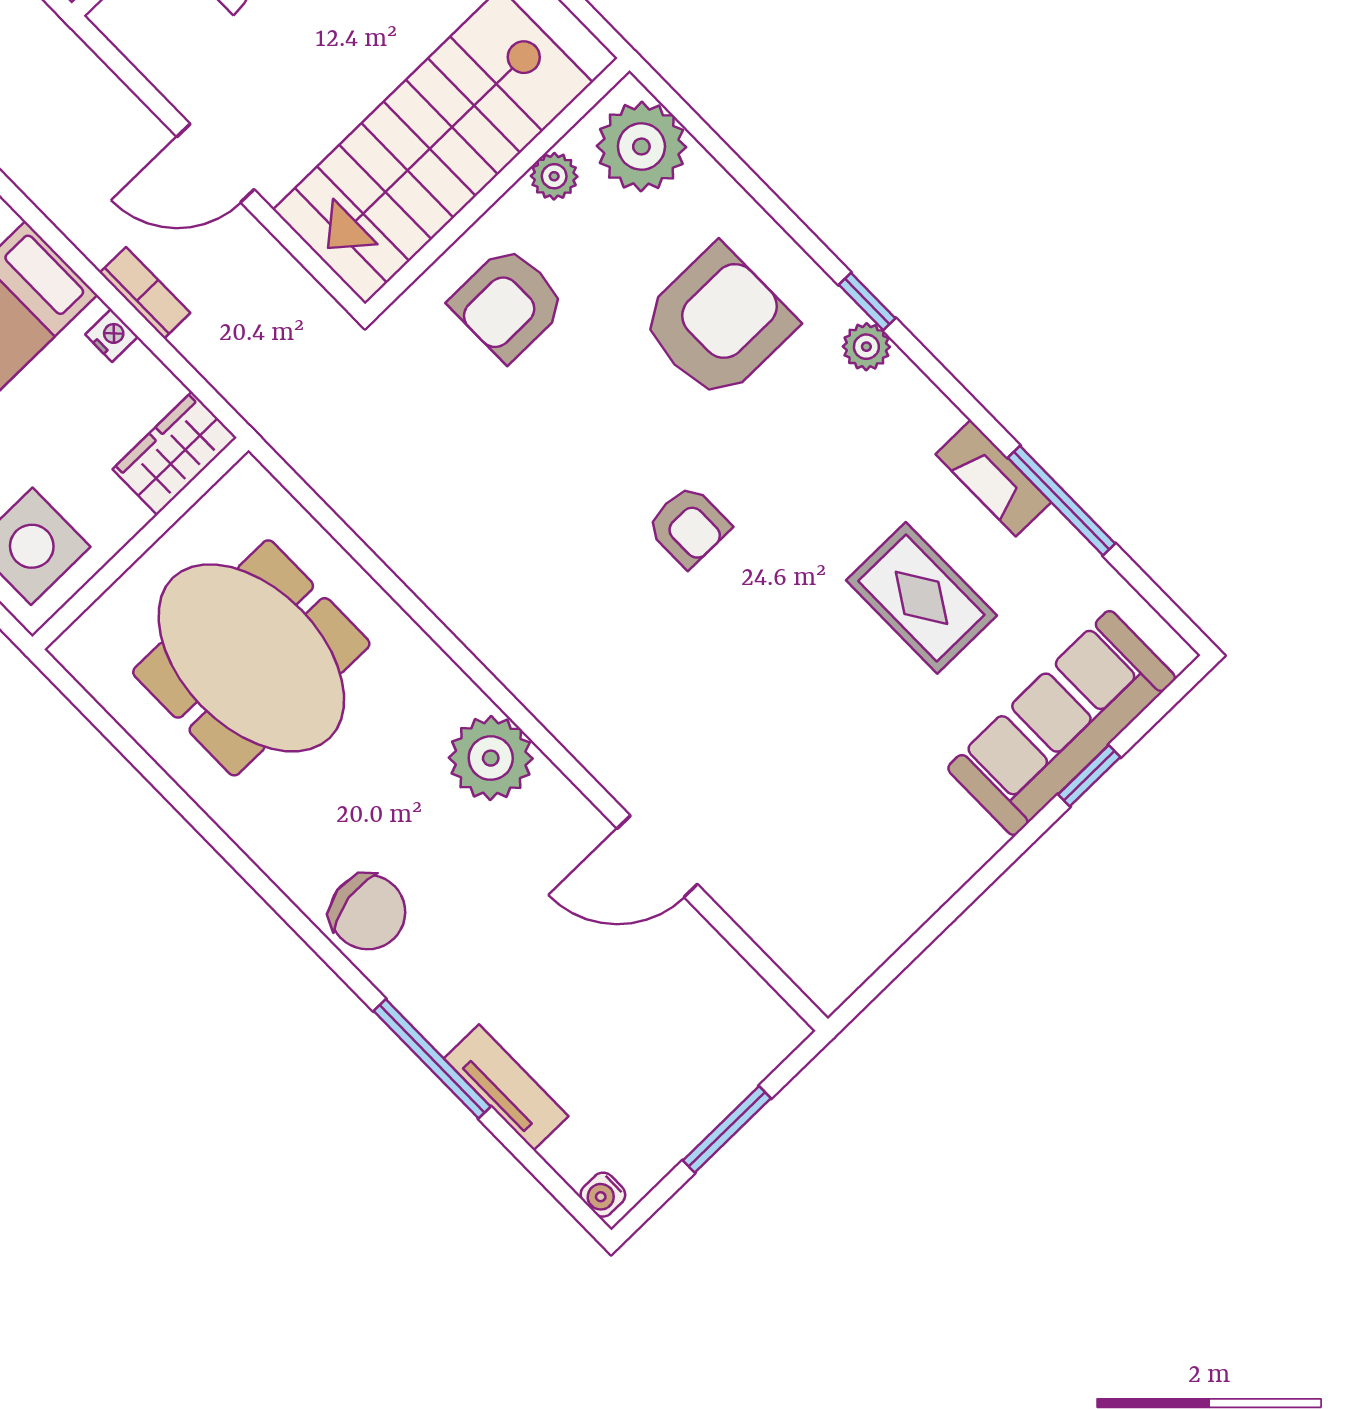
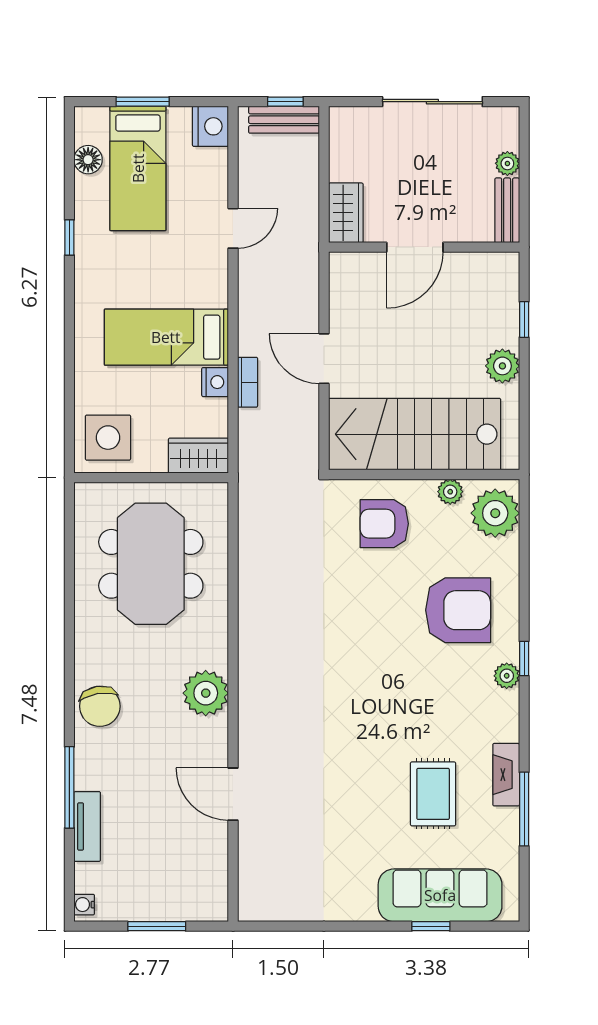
nightstand: (112, 335) -> (215, 382), width x1.39, depth x1.35
armchair: (688, 526) -> (370, 678), removed

